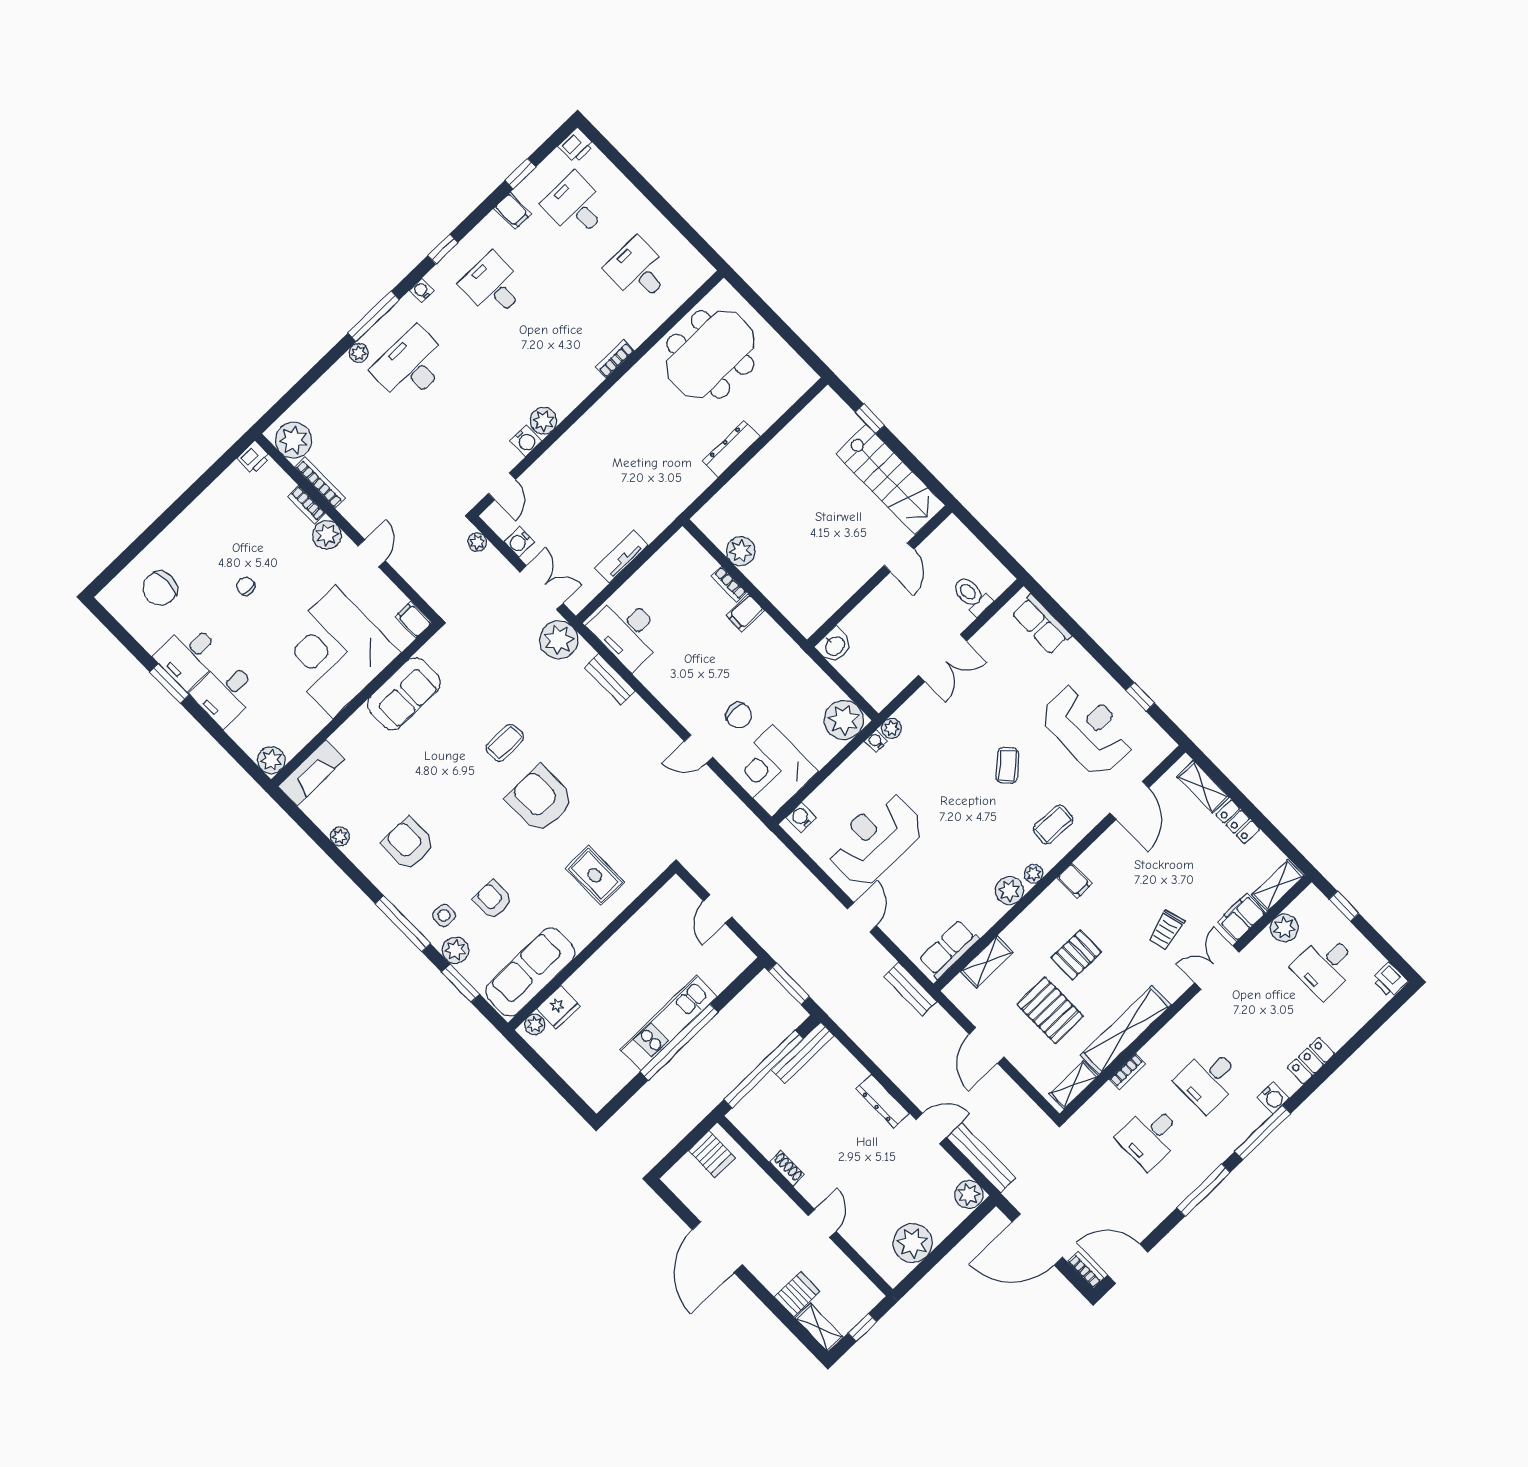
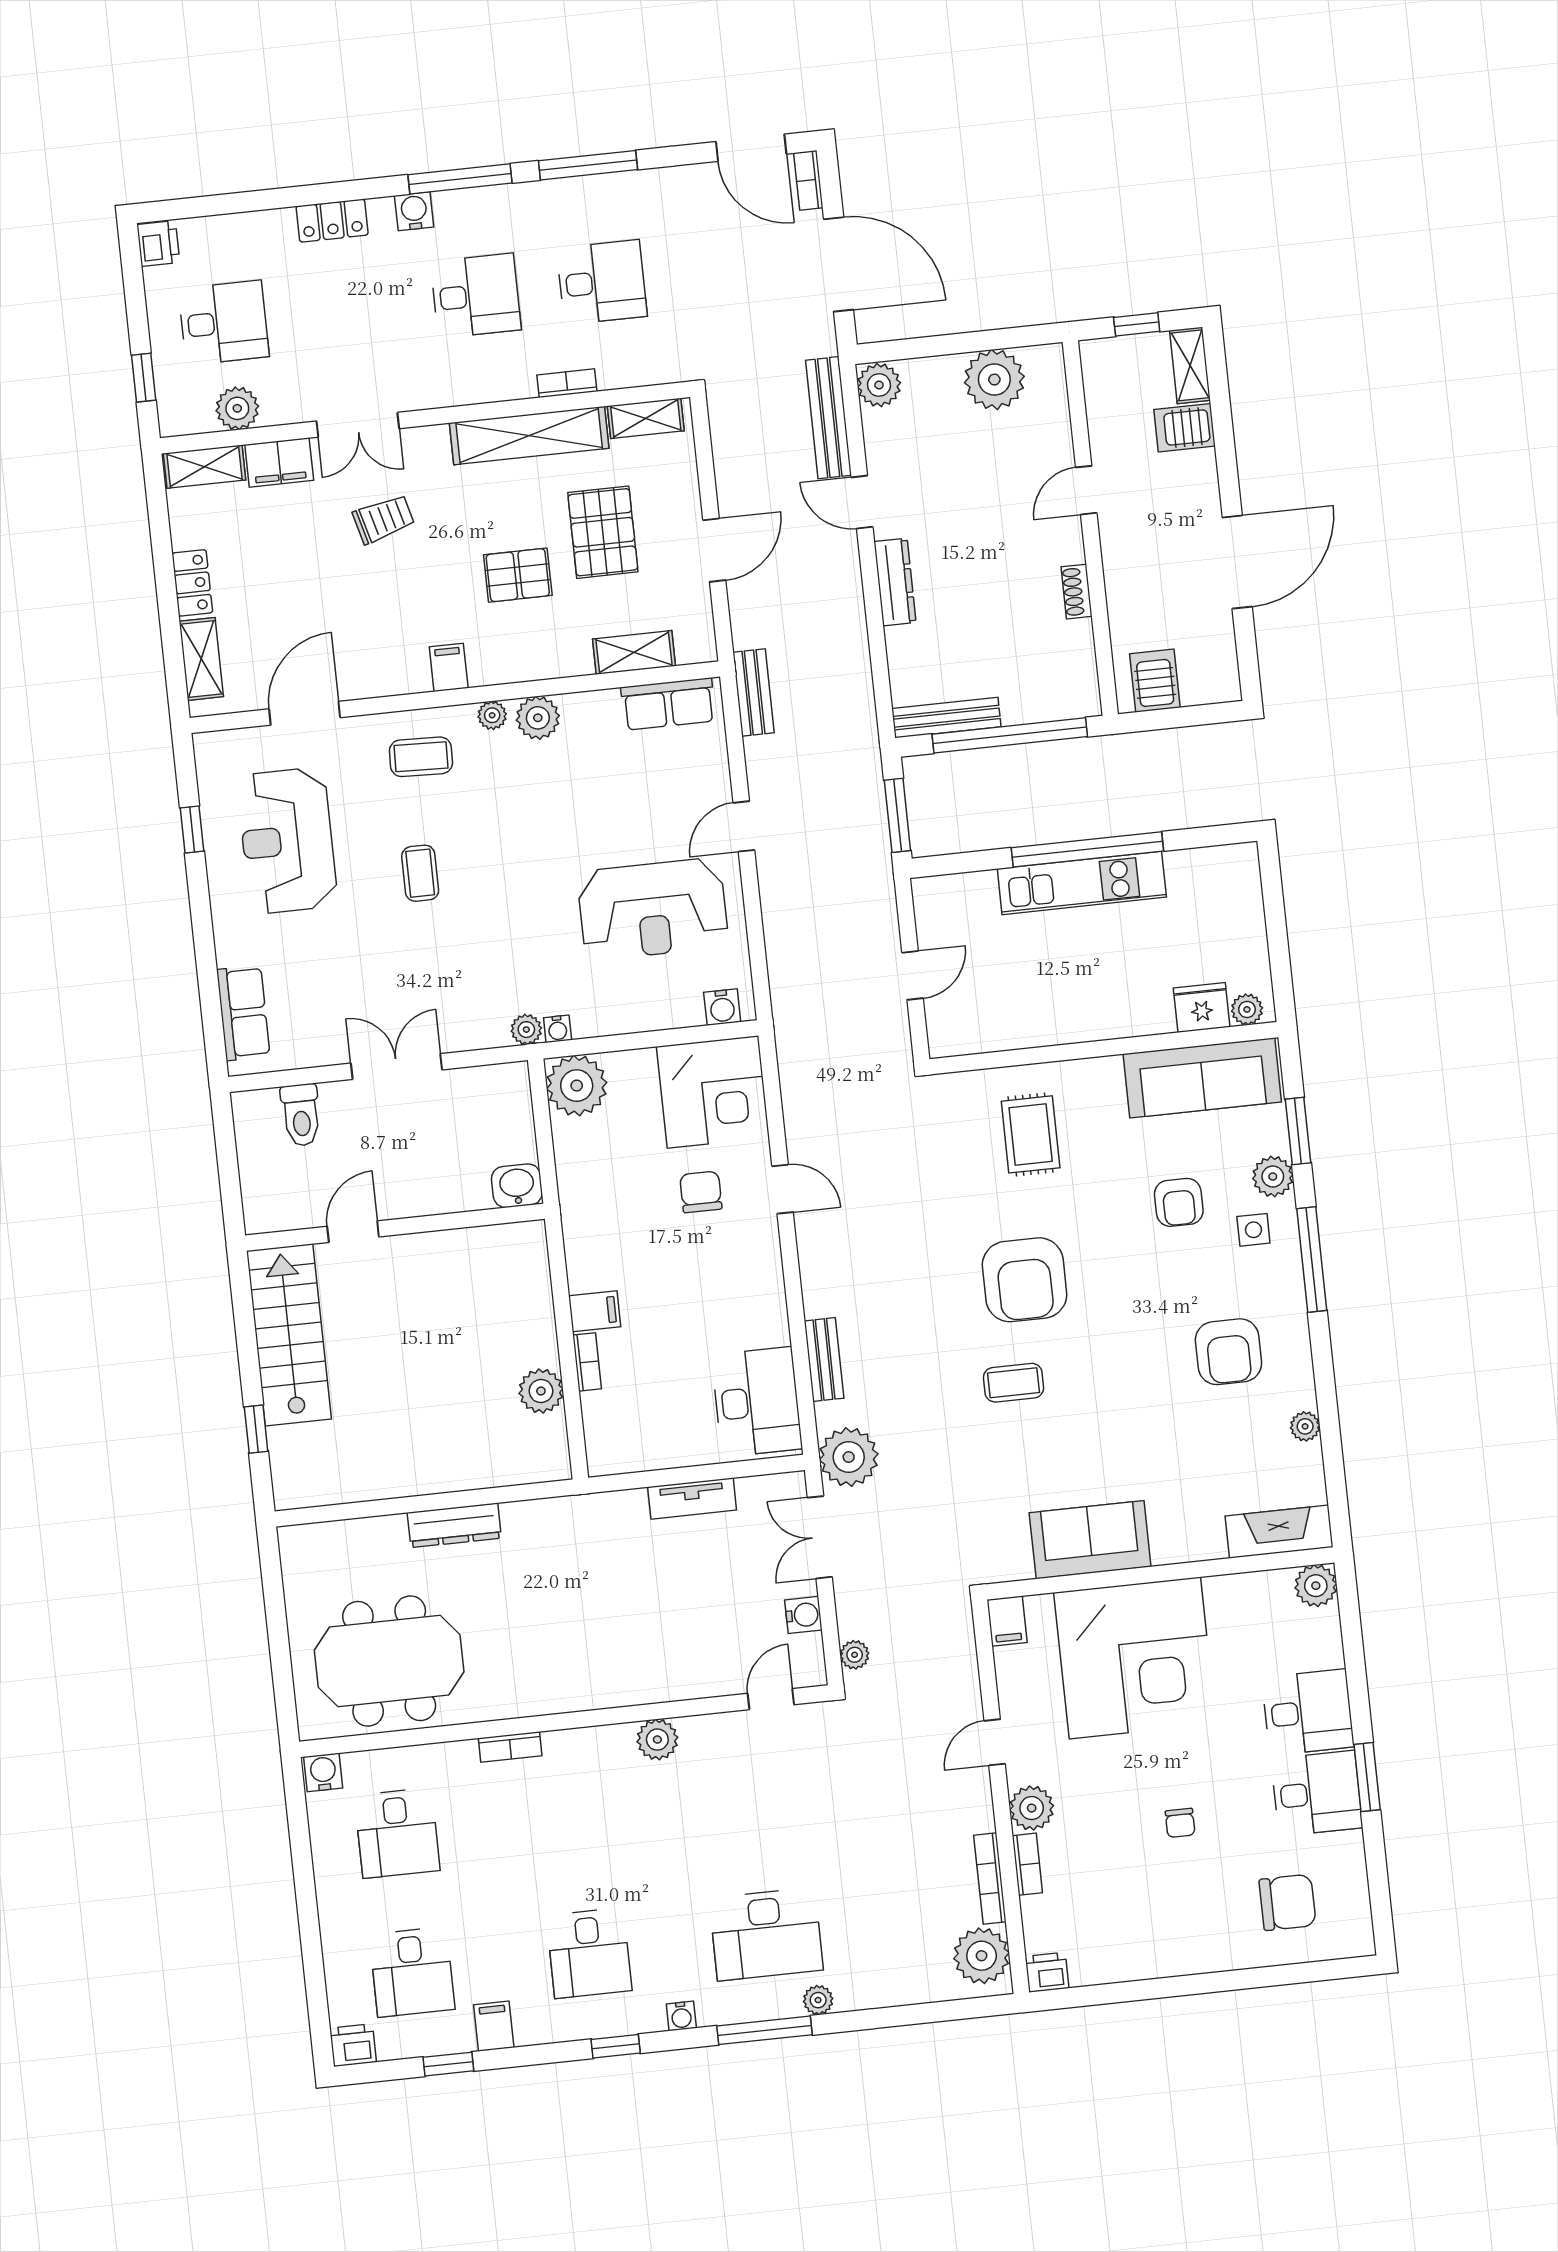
water cooler: (526, 441) -> (323, 1772), moved
coffee table: (1007, 765) -> (420, 873), turned -48

